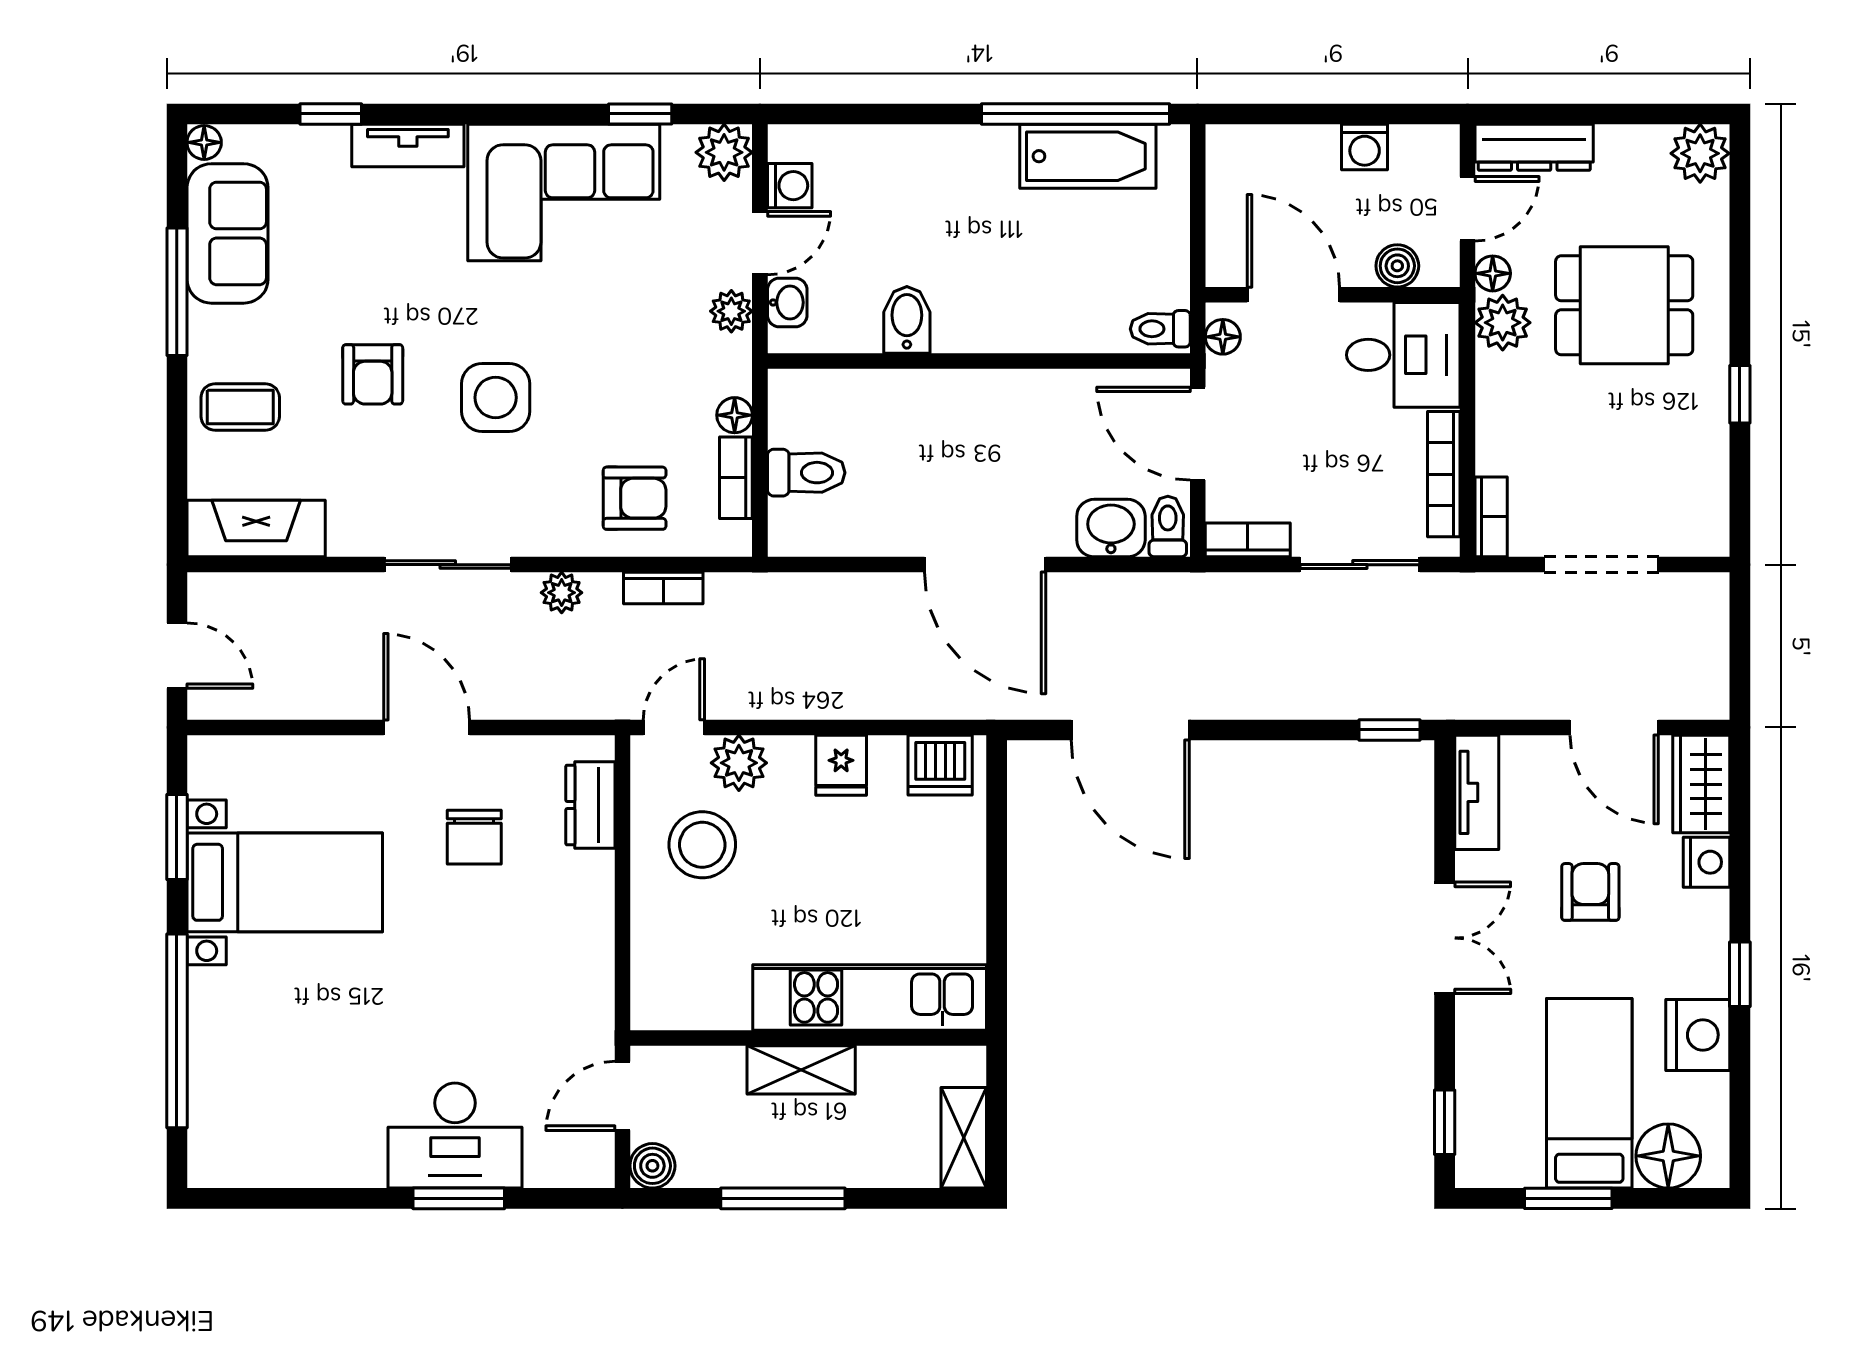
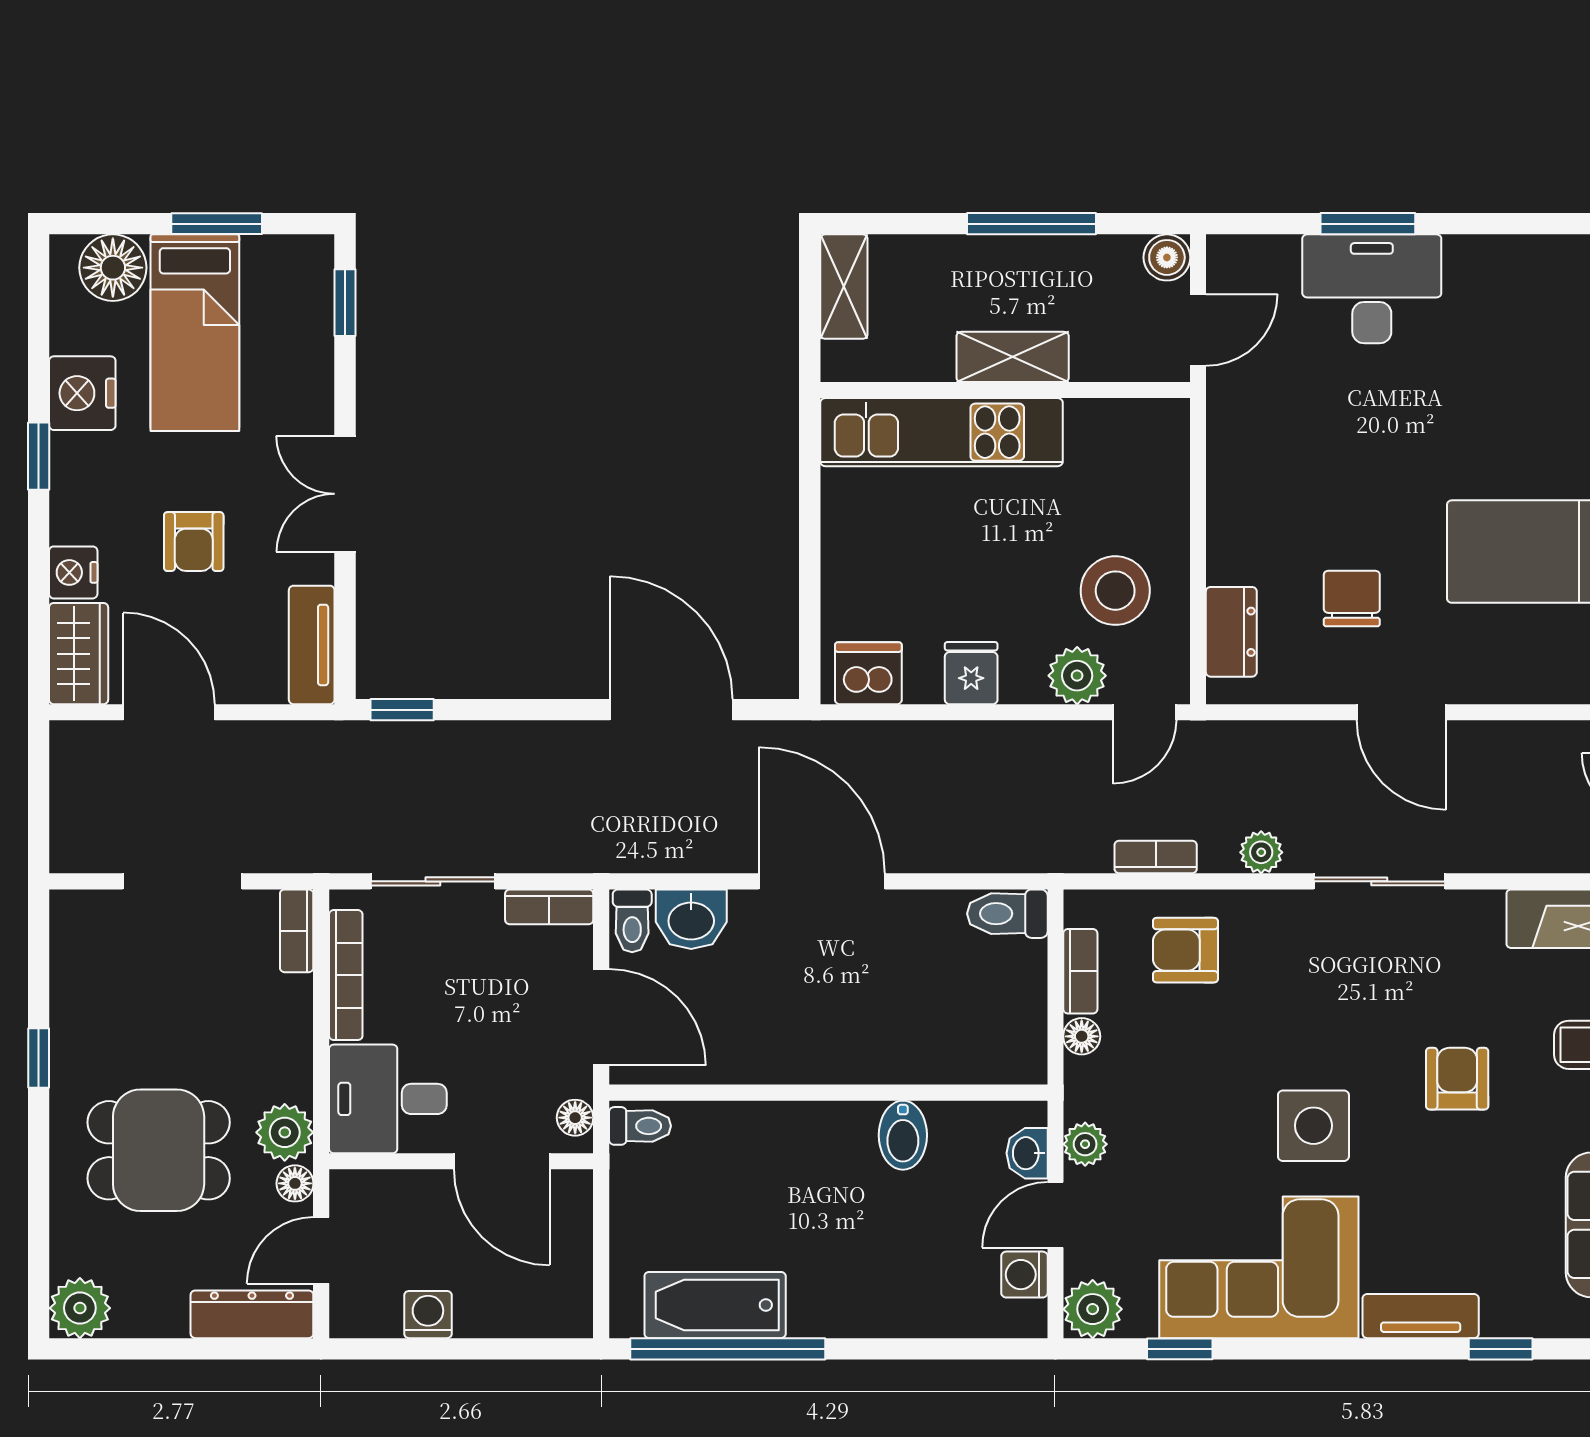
boiler: (1397, 266) -> (394, 1191), removed
side table: (496, 398) -> (1313, 1126), moved
toilet: (806, 473) -> (1007, 914), moved

